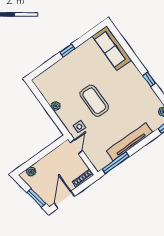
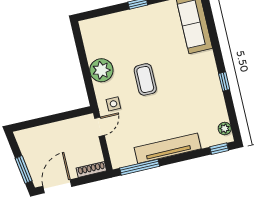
coffee table: (94, 101) -> (145, 79), width x0.73, depth x0.76
plant: (56, 106) -> (101, 70), width x1.88, depth x1.88
plant: (31, 171) -> (31, 134), removed

